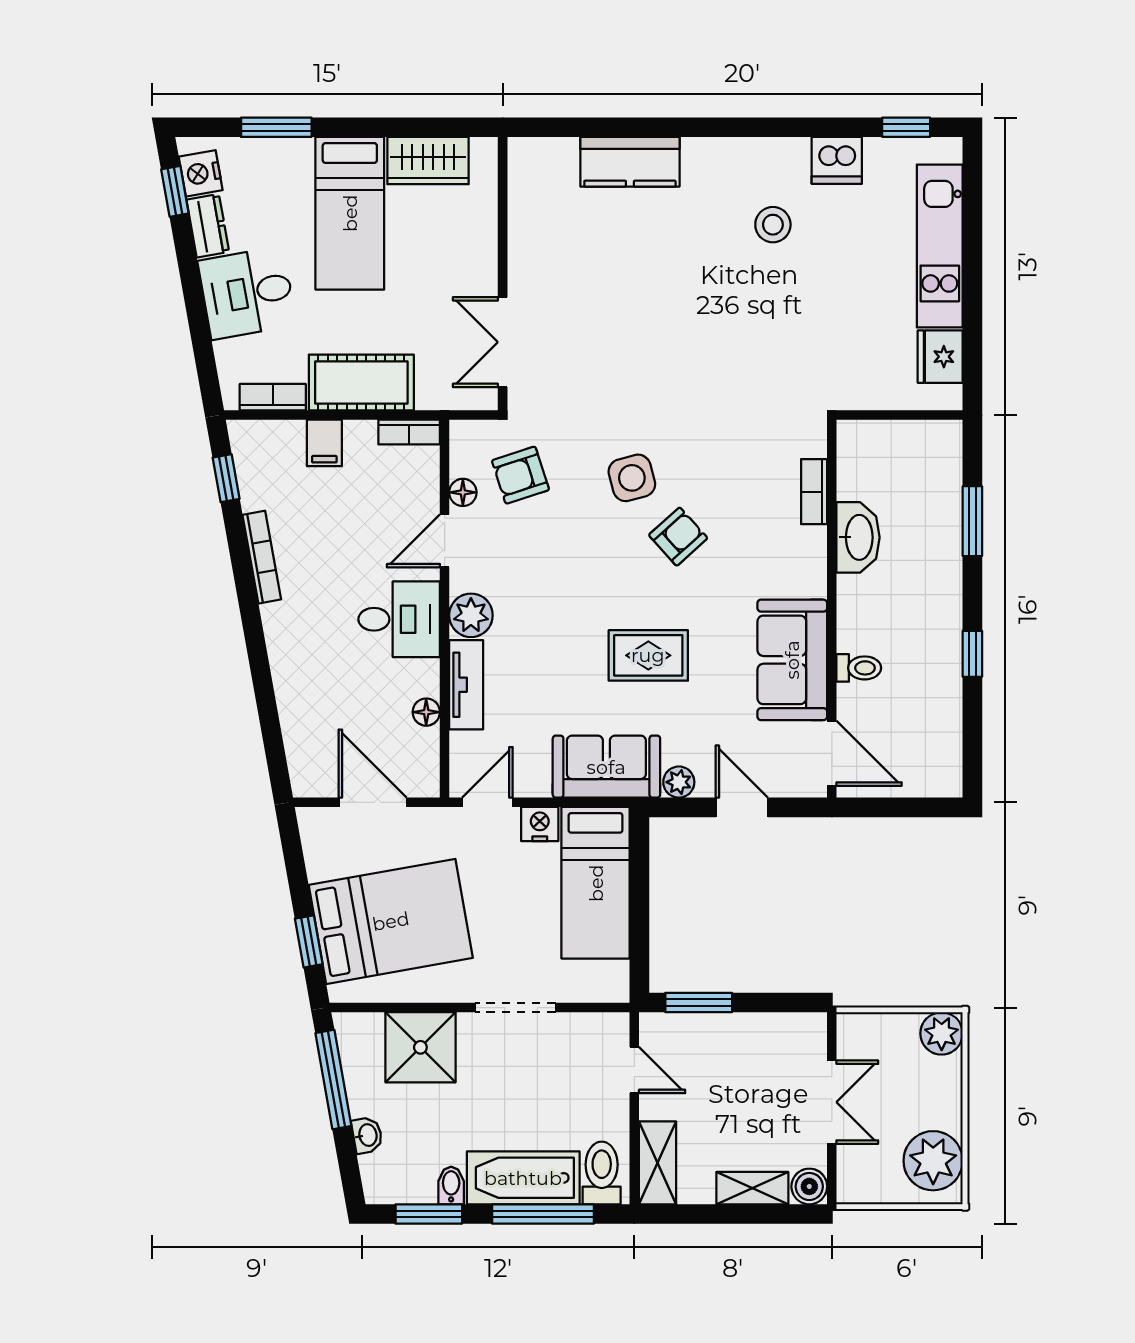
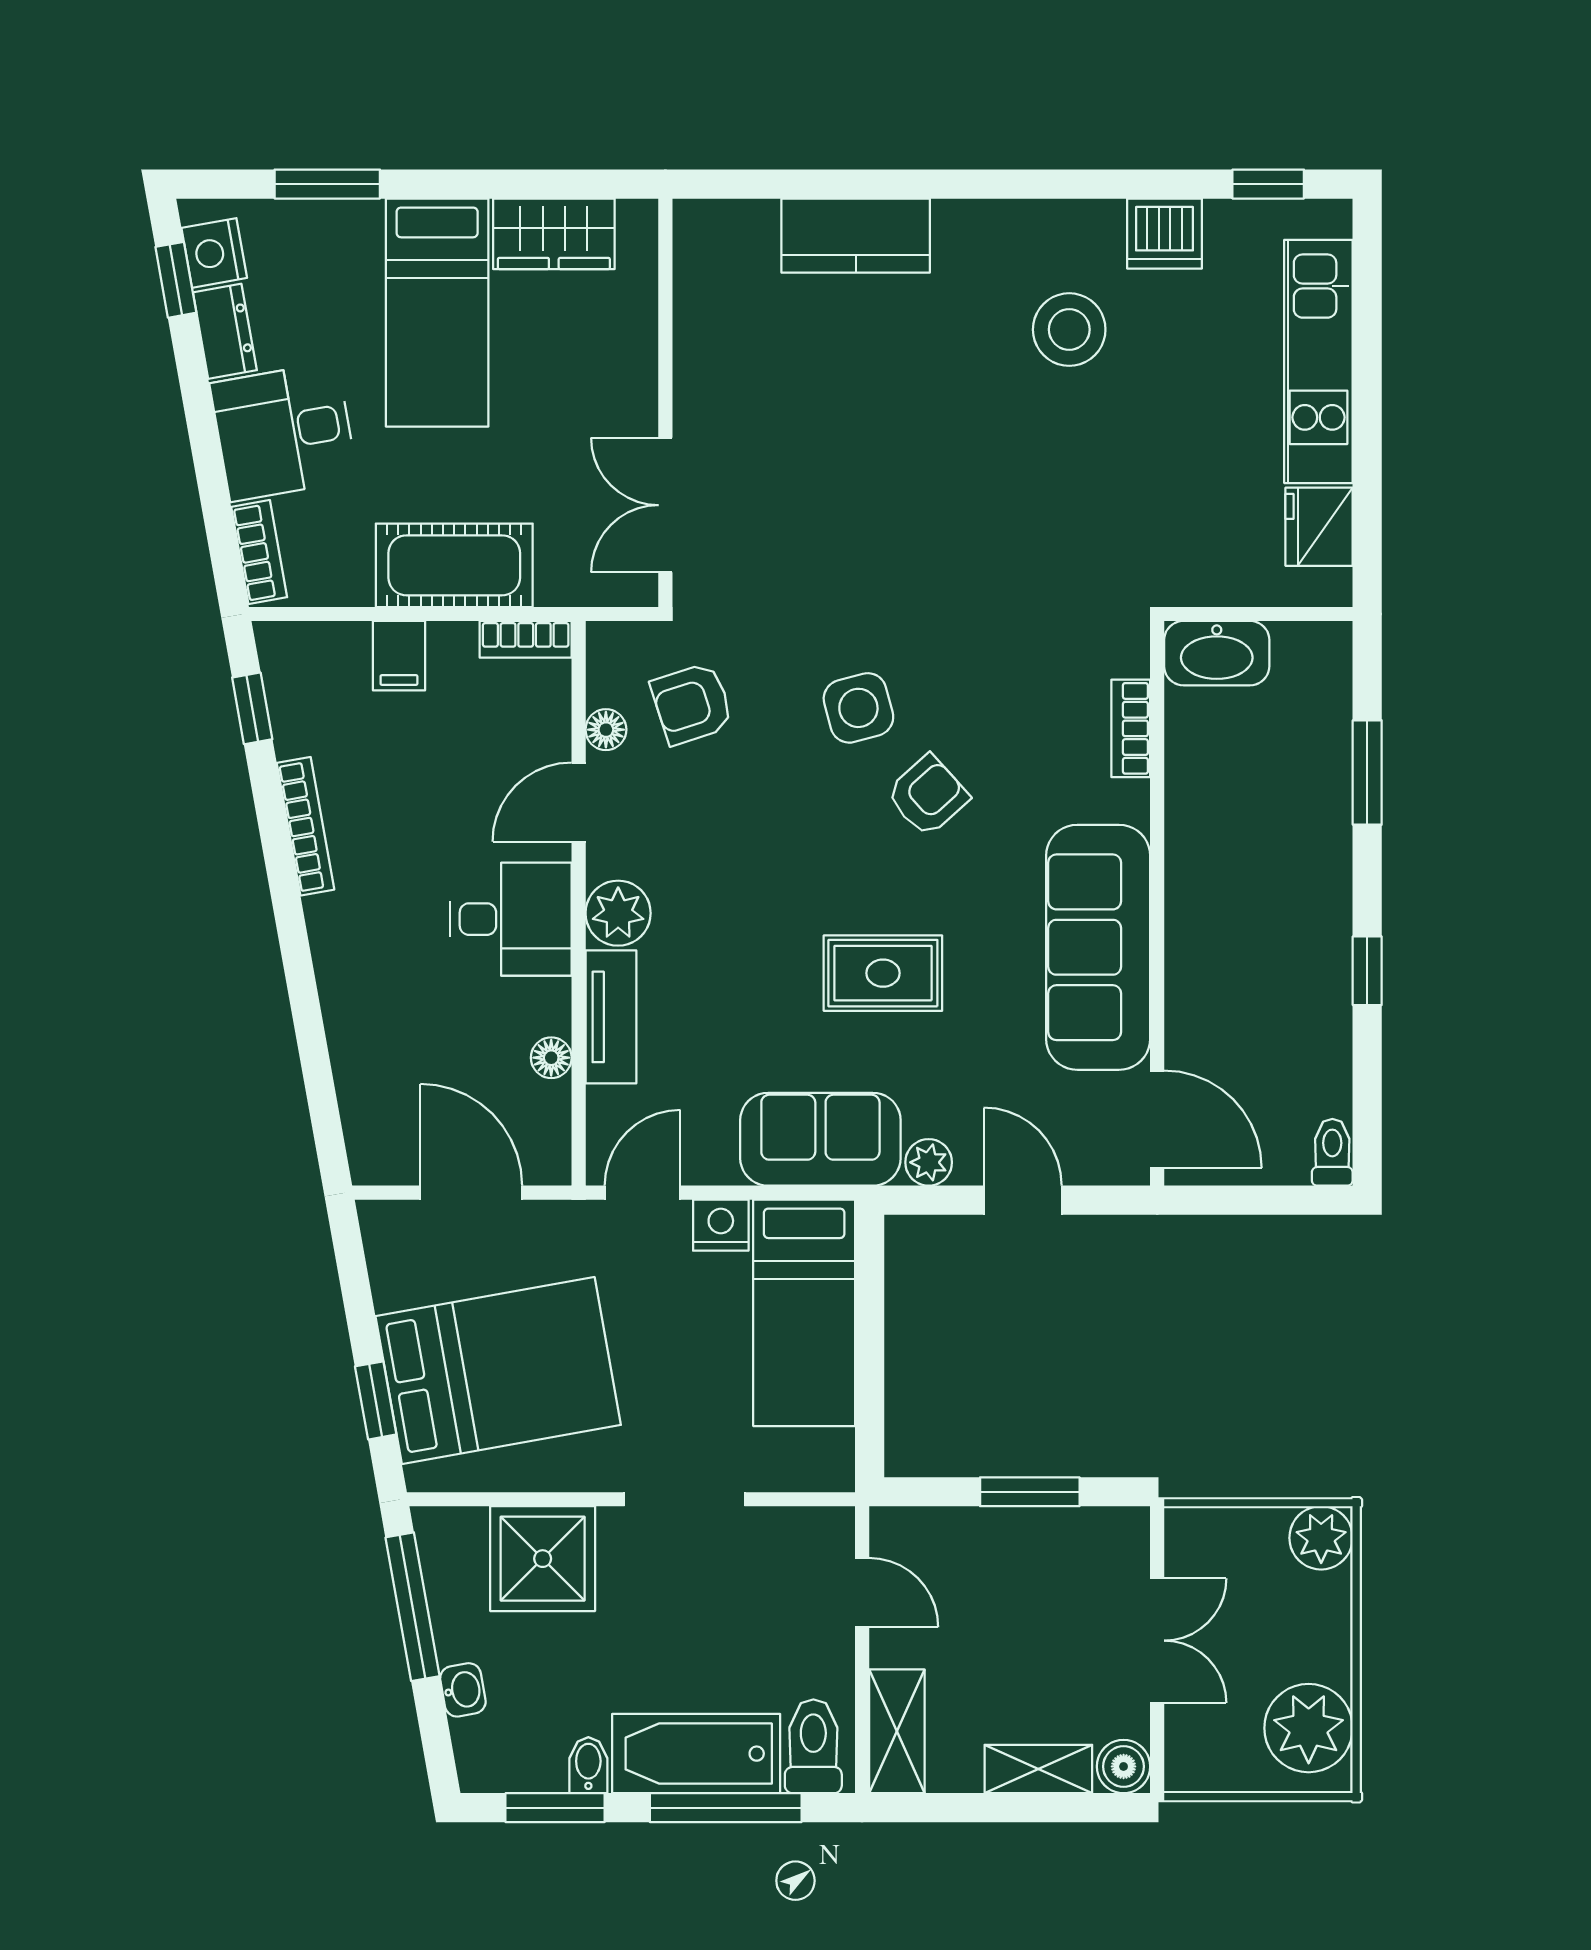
stool: (773, 225) -> (1069, 330), width x1.38, depth x1.38
bookcase: (273, 397) -> (259, 552), moved, turned 80
washbasin: (858, 537) -> (1217, 653), moved, turned 90
sofa: (792, 660) -> (1098, 947), width x1.36
toilet: (859, 668) -> (1332, 1152), moved, turned -90
window: (699, 1003) -> (1030, 1492), moved

